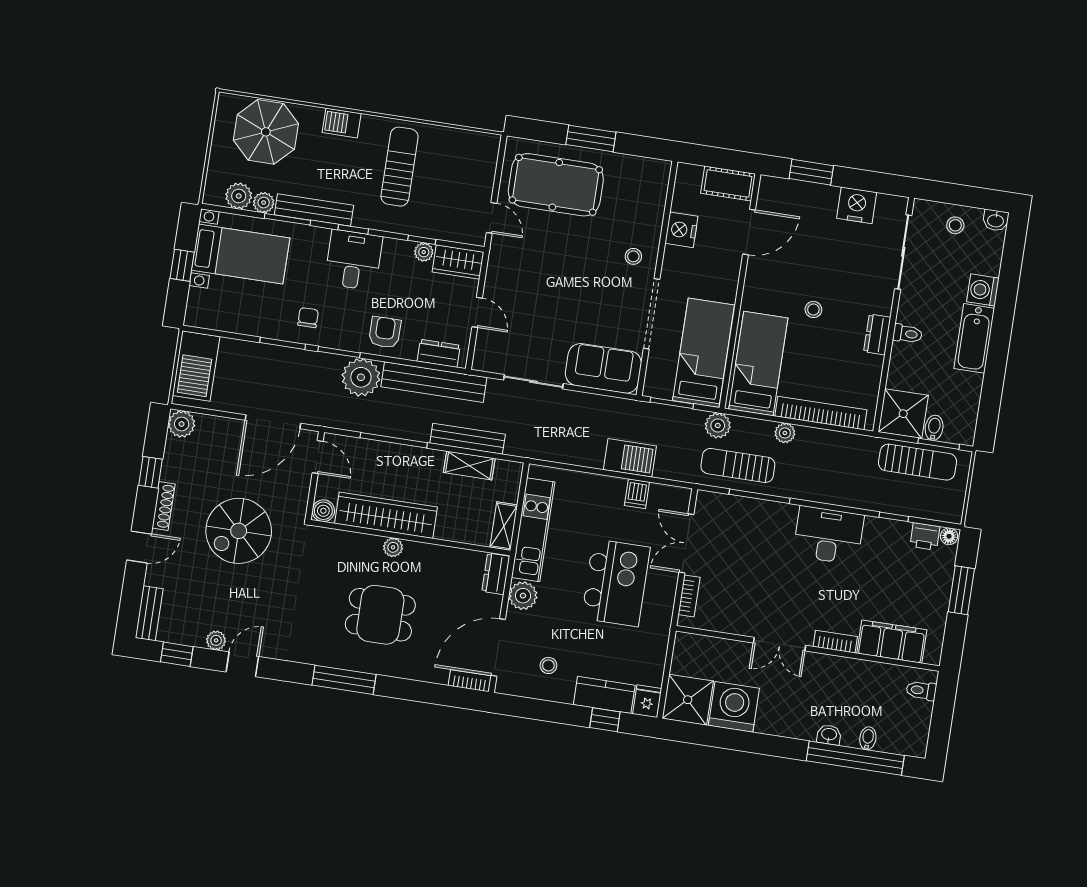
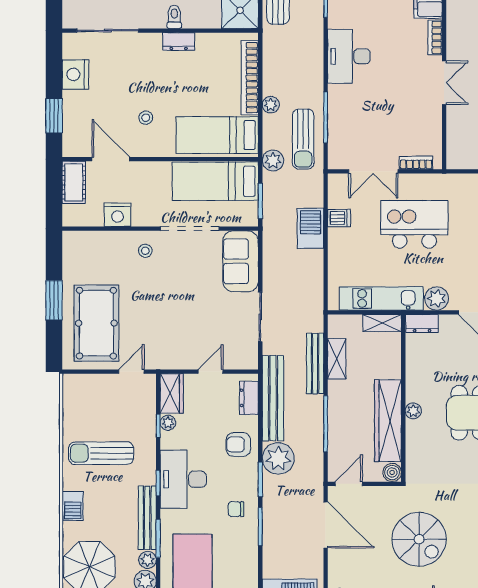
desk: (353, 260) -> (183, 479), width x1.37
stool: (813, 309) -> (146, 118), moved

